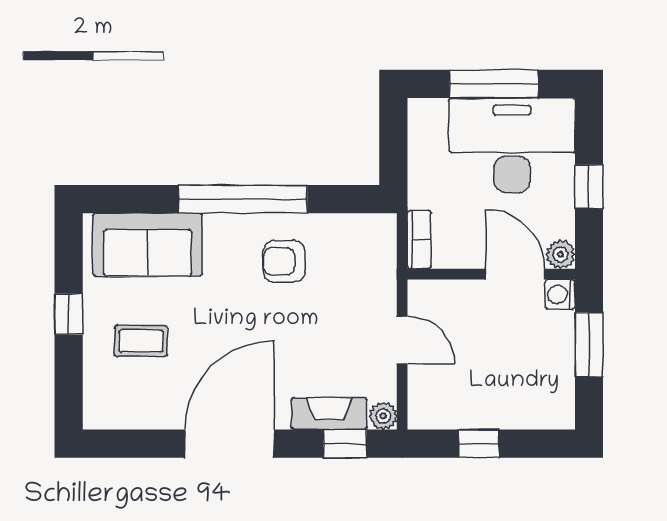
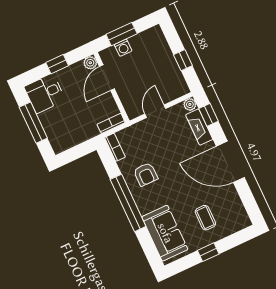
desk: (512, 145) -> (45, 94), width x0.53, depth x0.77
bookcase: (367, 225) -> (115, 147), added
washing machine: (560, 294) -> (123, 48), moved

